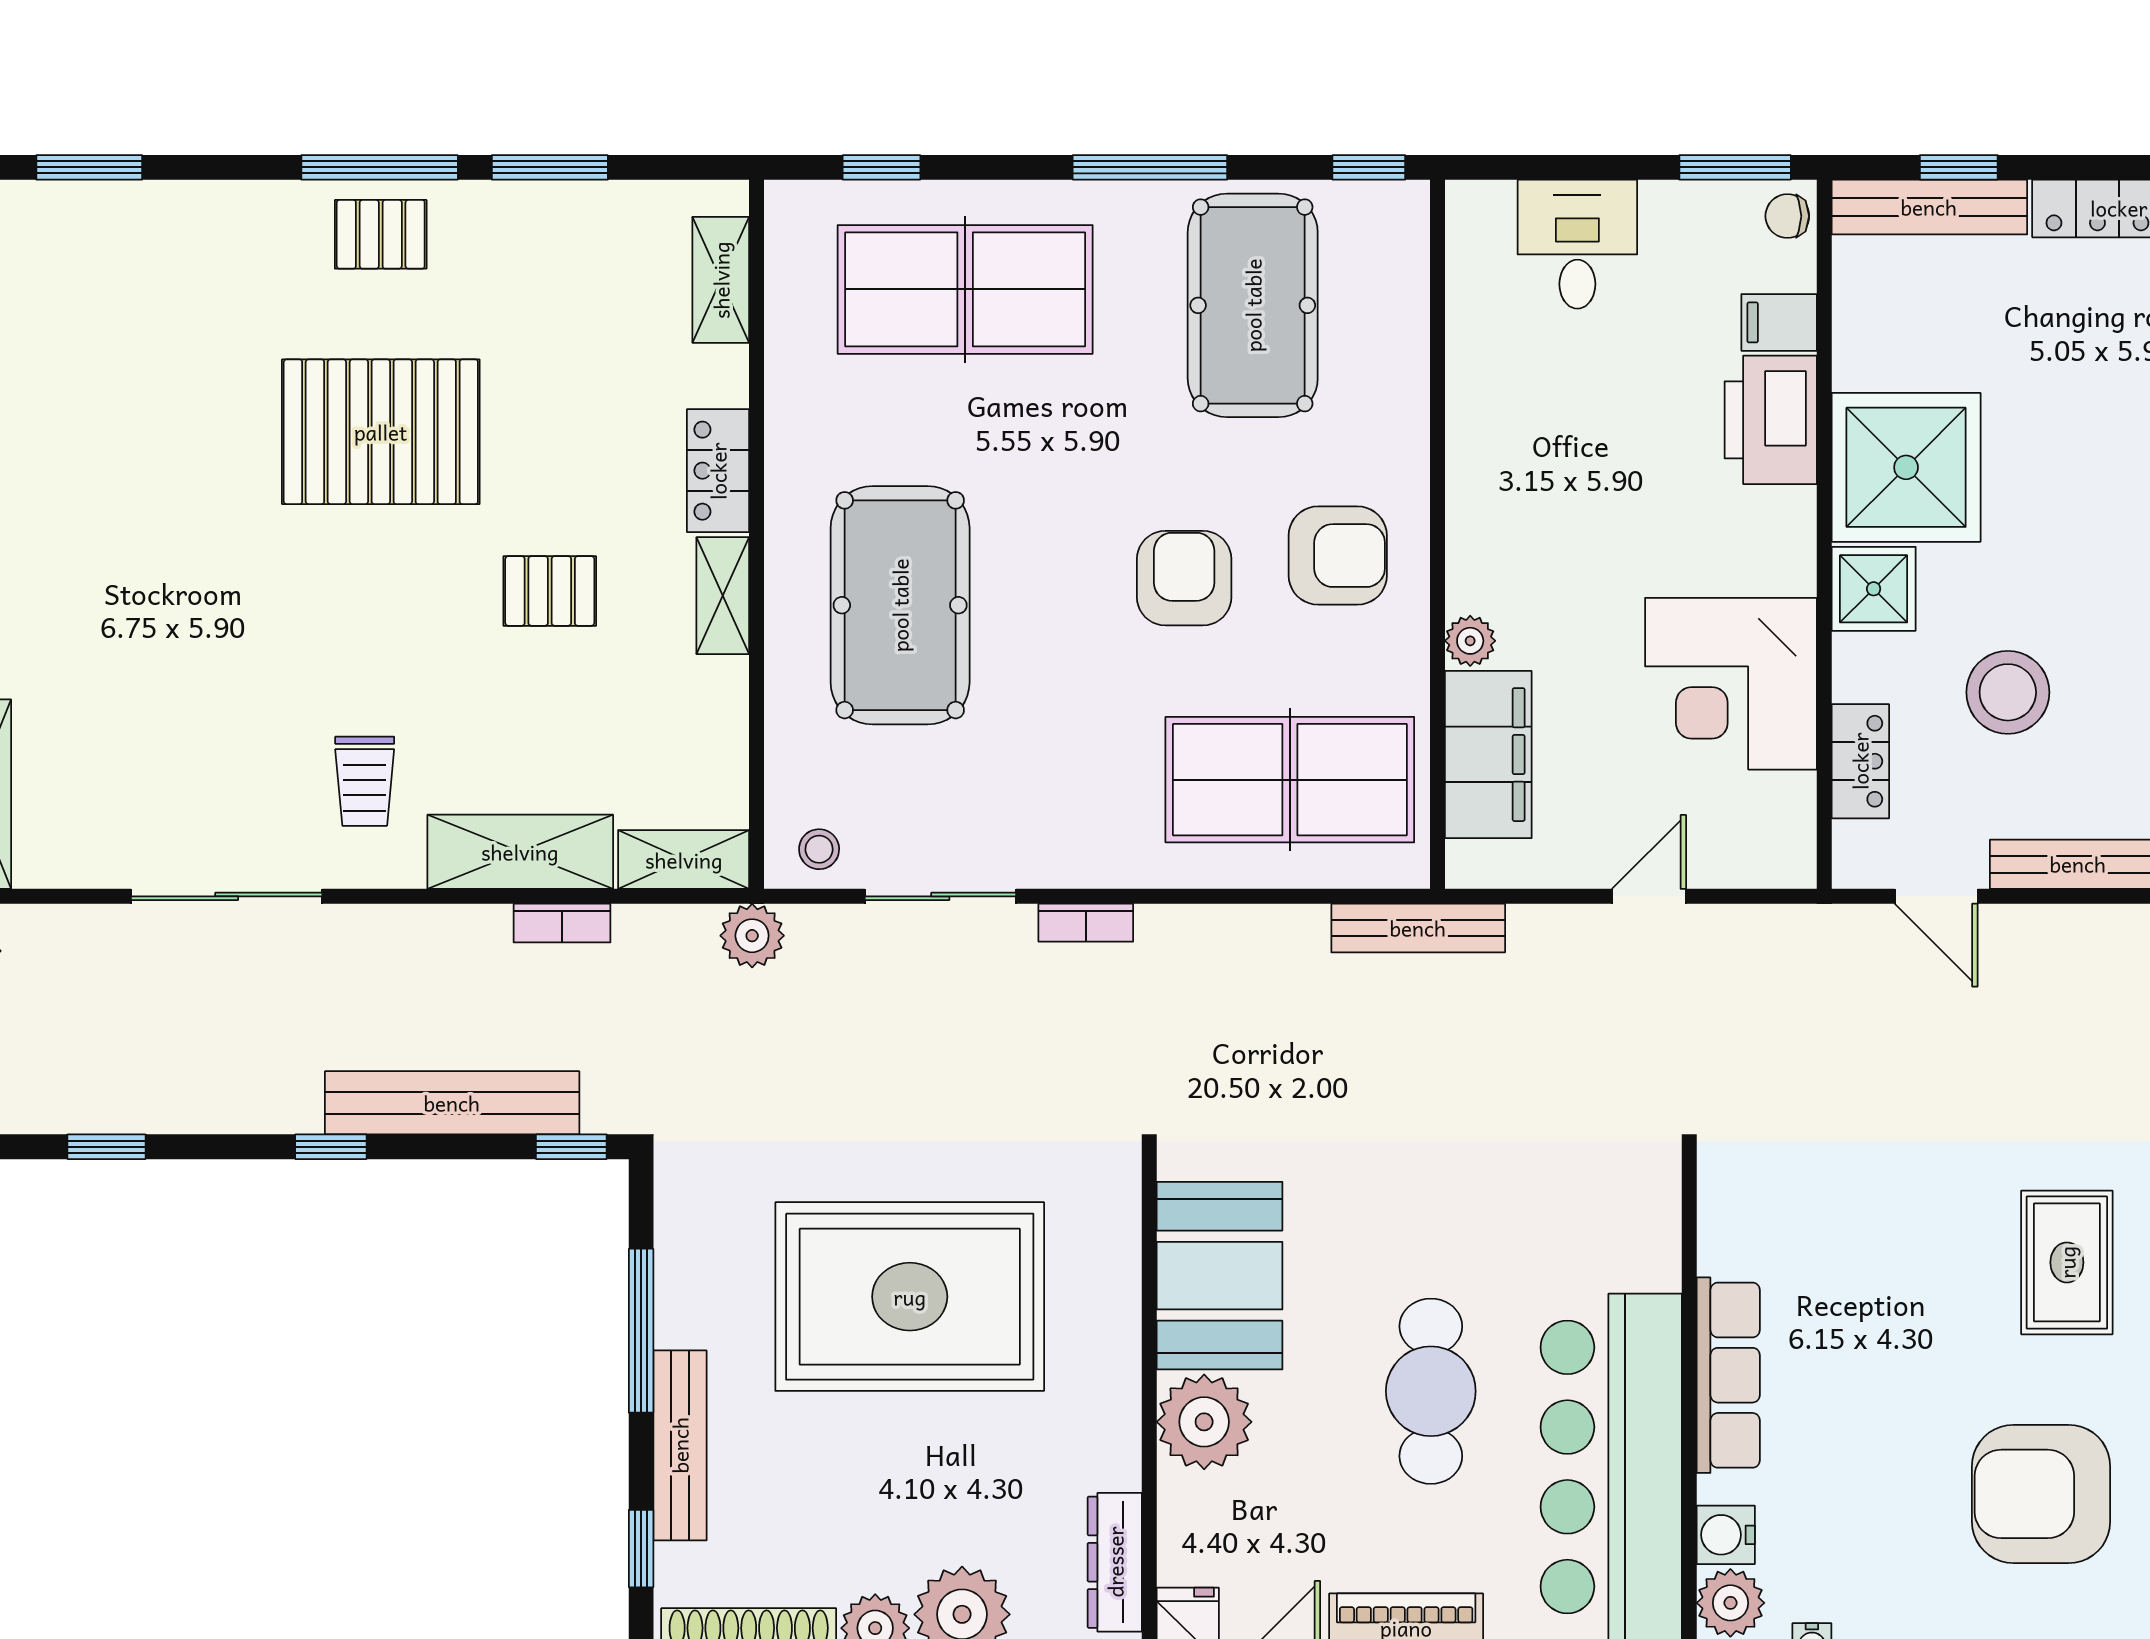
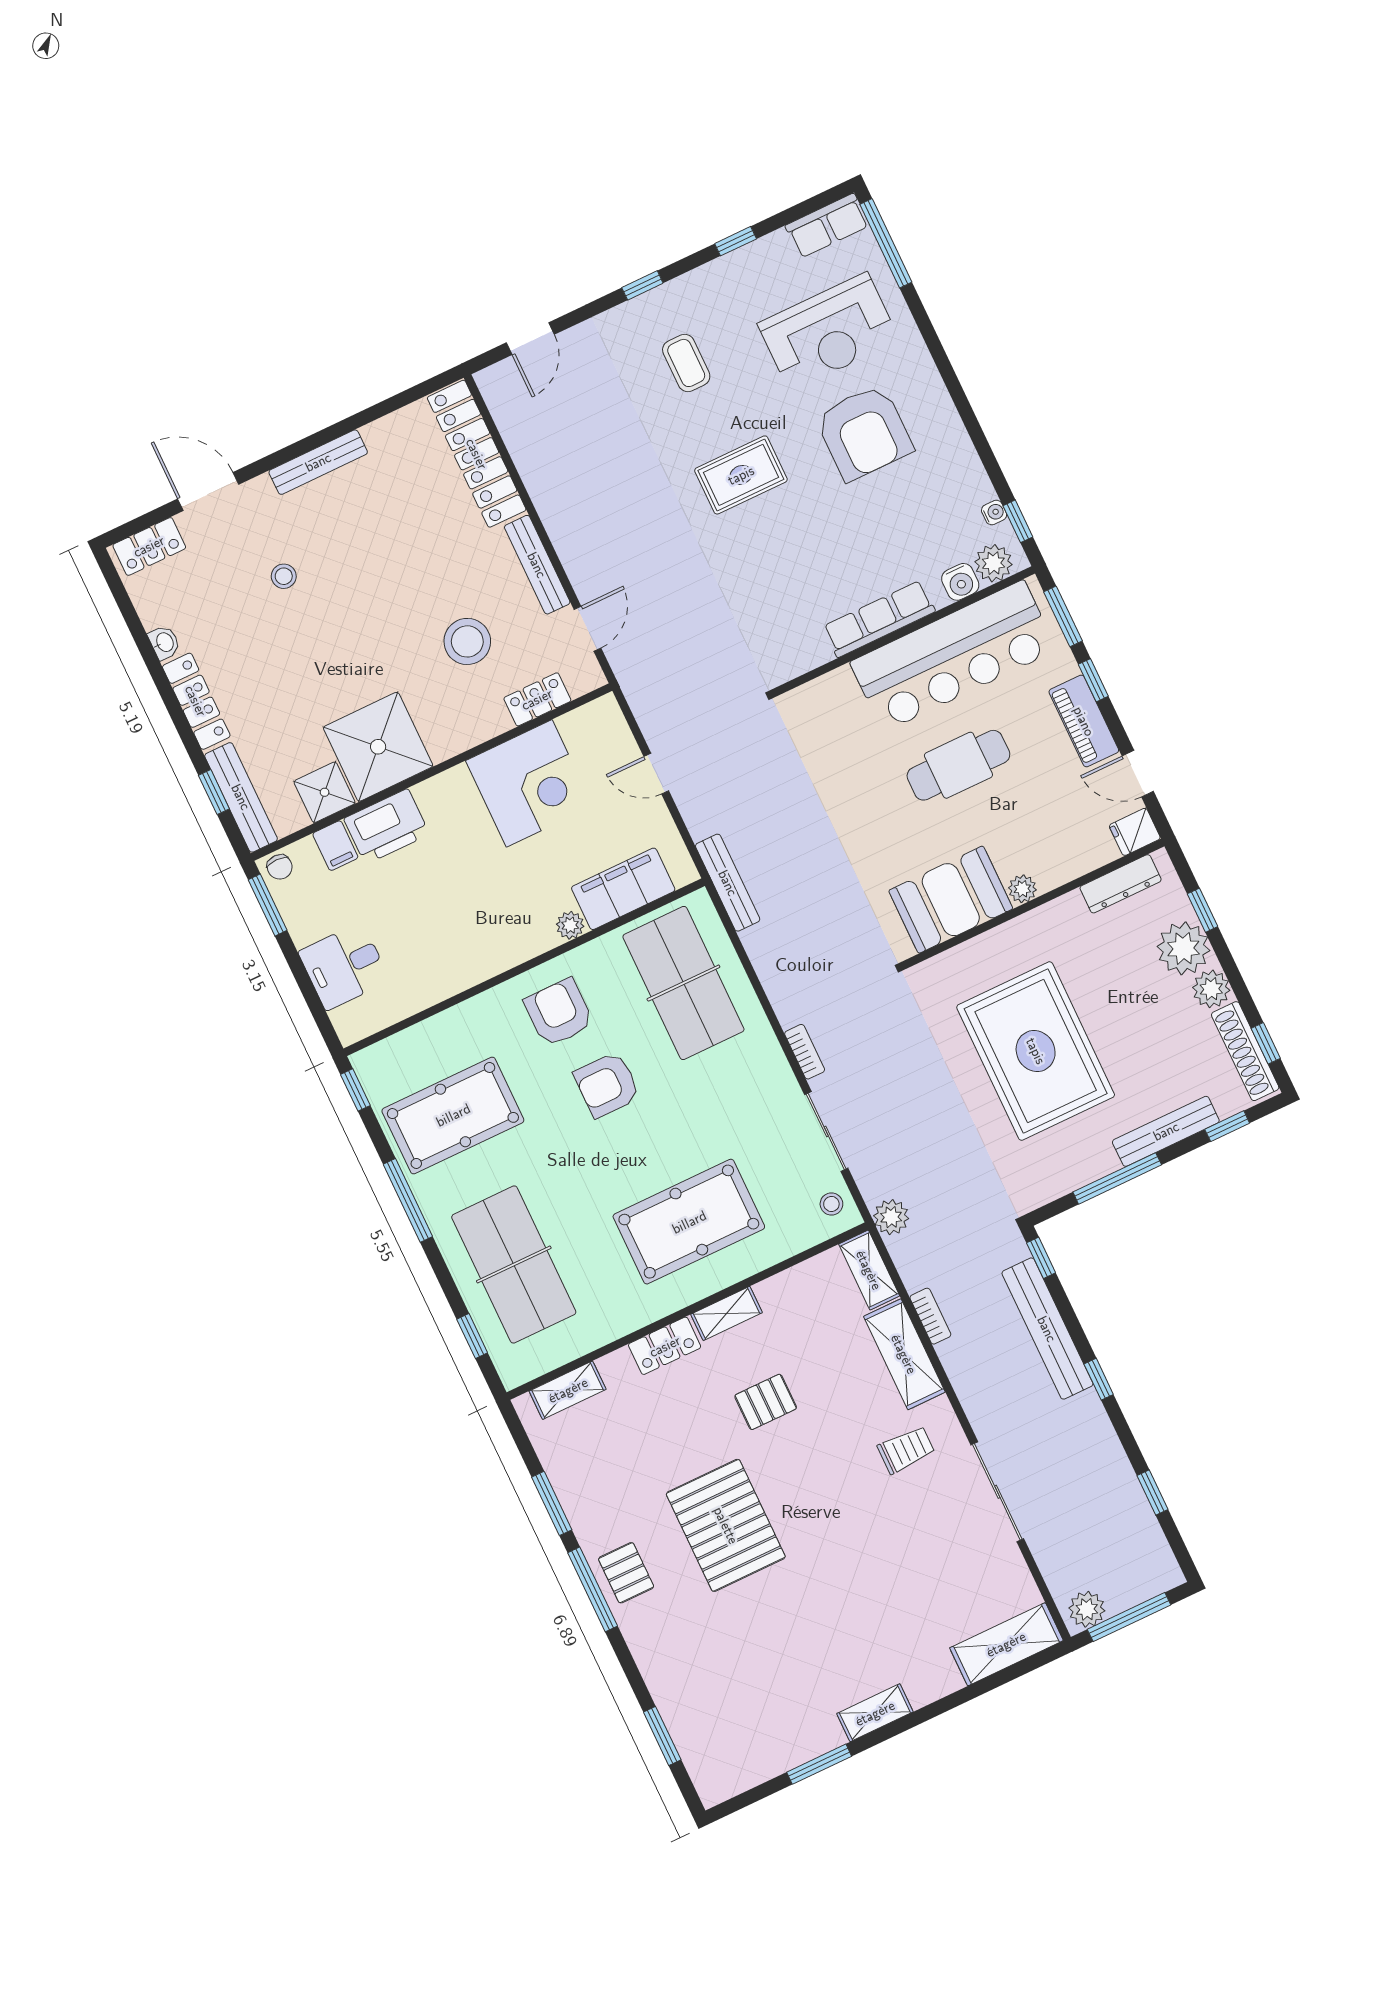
shower: (1874, 589) -> (325, 792), moved
pallet: (550, 591) -> (766, 1402), turned 90
plant: (1204, 1422) -> (1022, 889), width x0.53, depth x0.53

